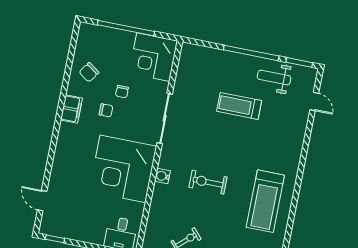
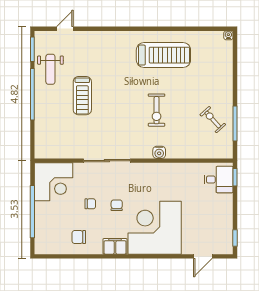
chair: (89, 72) -> (79, 237), turned 145
chair: (106, 110) -> (117, 205), moved
corner desk: (123, 169) -> (155, 228), moved, turned 180

